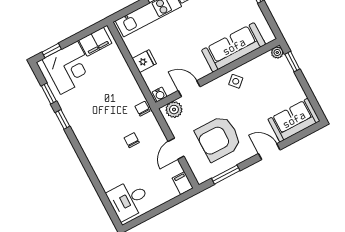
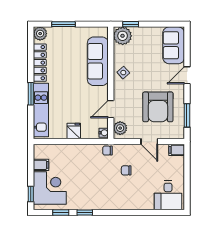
filing cabinet: (95, 42) -> (41, 165), width x0.50
plant: (277, 52) -> (123, 36), width x1.88, depth x1.88

